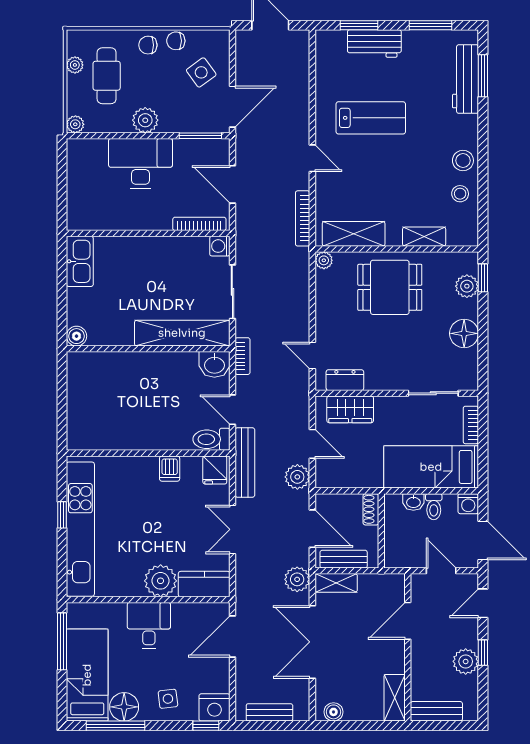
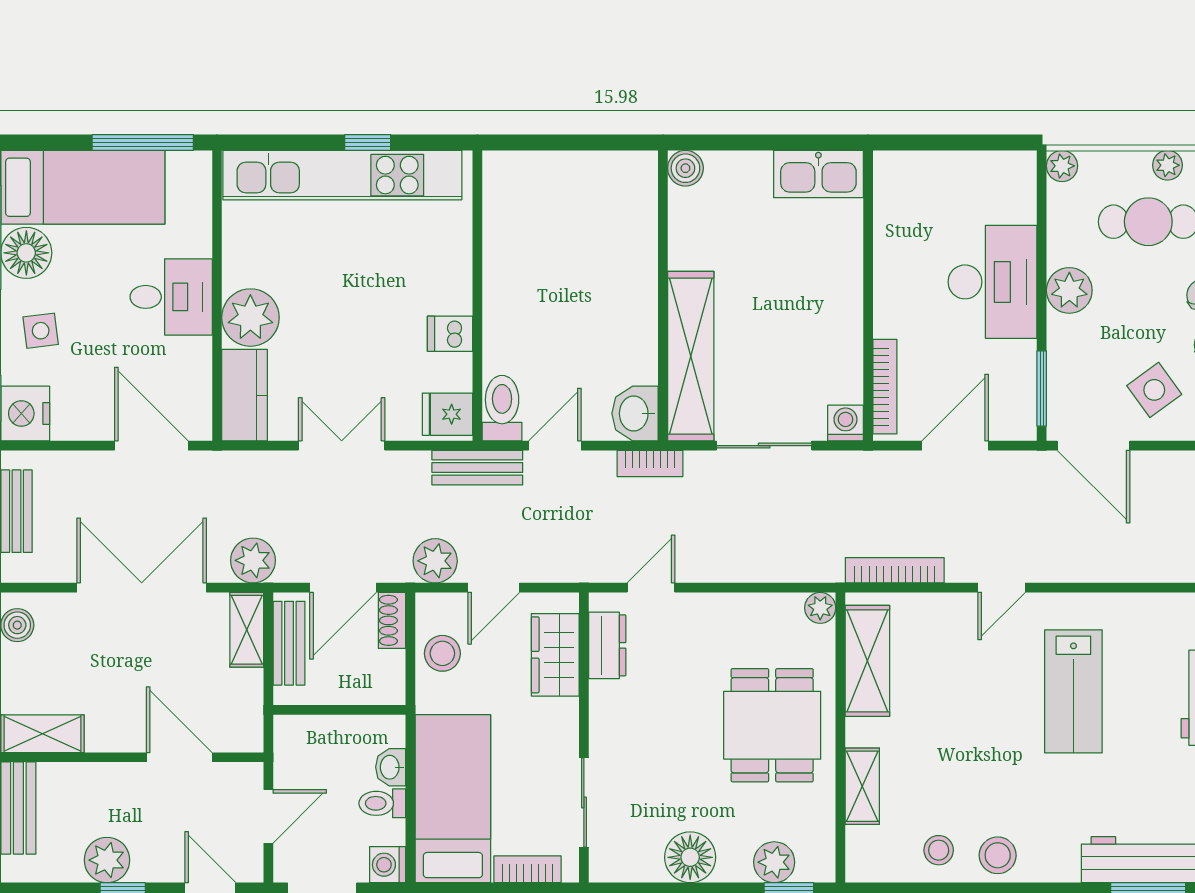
bench: (245, 462) -> (477, 468), width x0.73
stool: (349, 473) -> (442, 653), added
shoe rack: (371, 509) -> (392, 620), moved, turned -90

